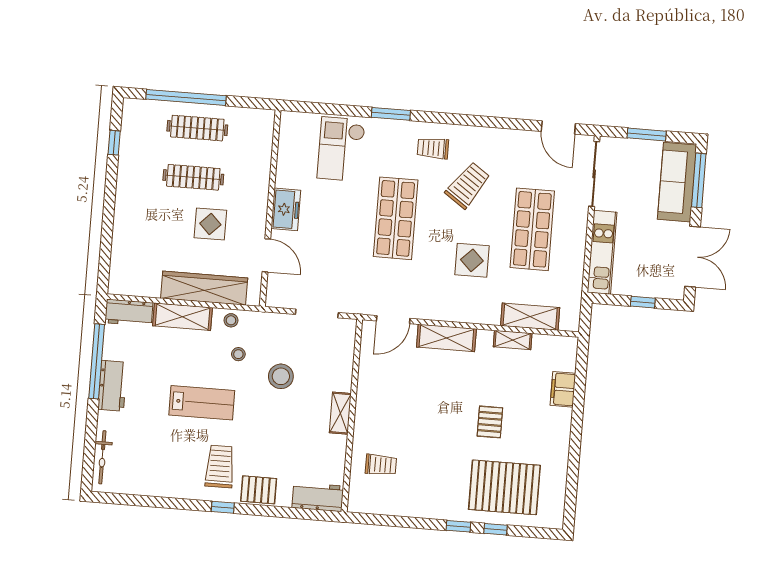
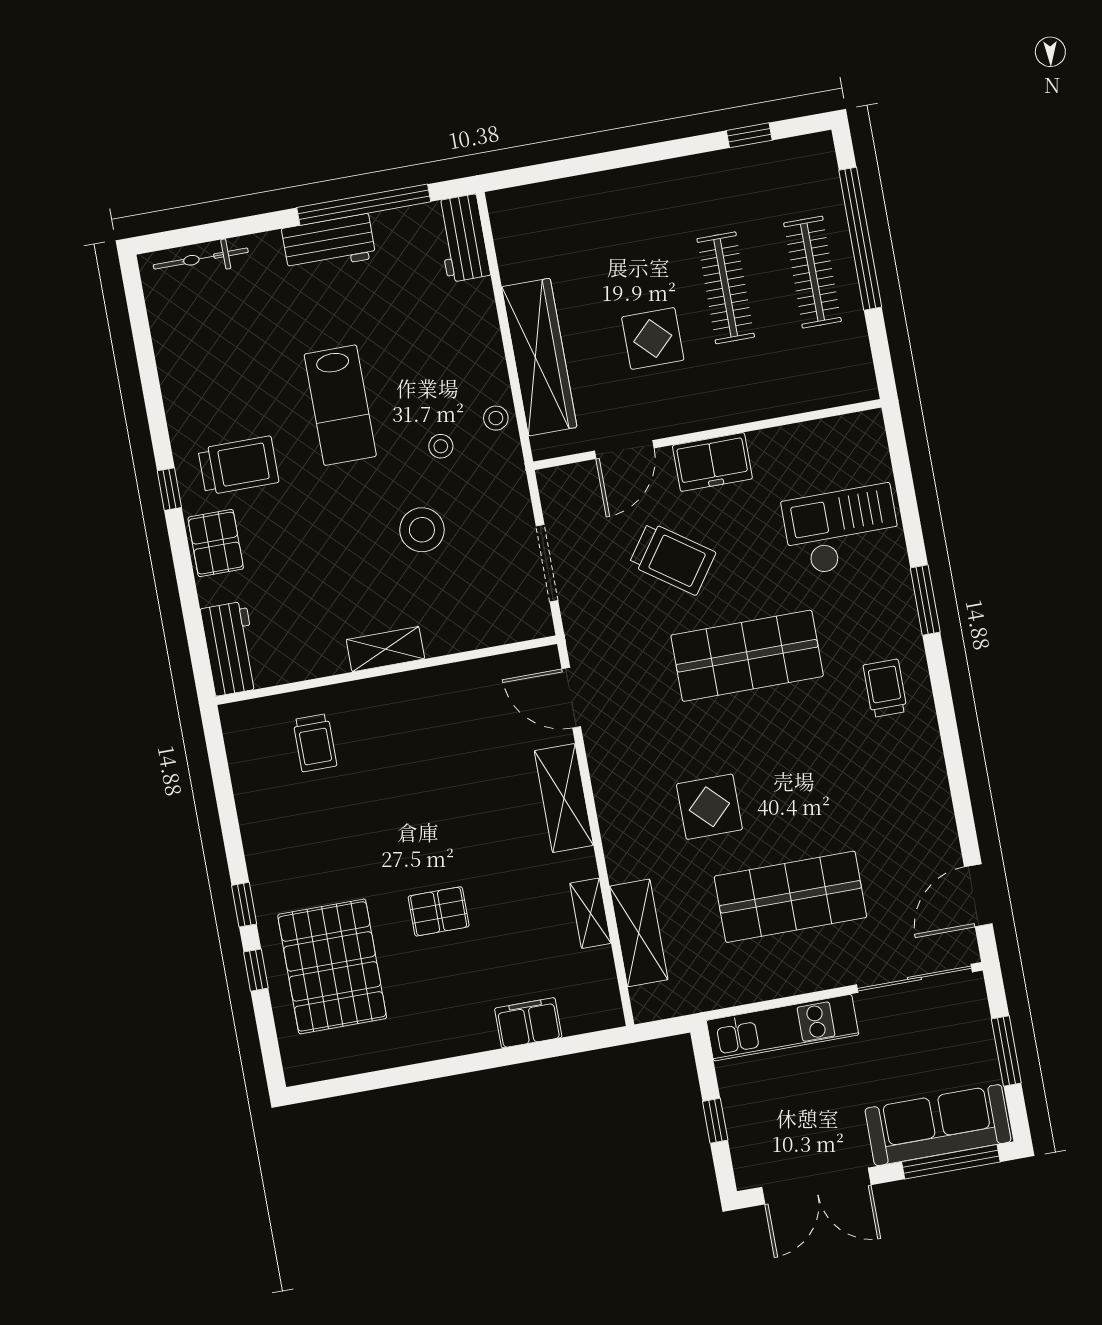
trolley: (468, 185) -> (672, 559), moved
shelving: (183, 317) -> (480, 333), removed

